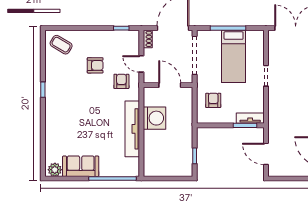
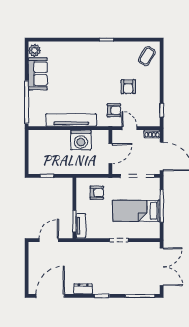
door: (141, 64) -> (130, 128), hinge flipped

